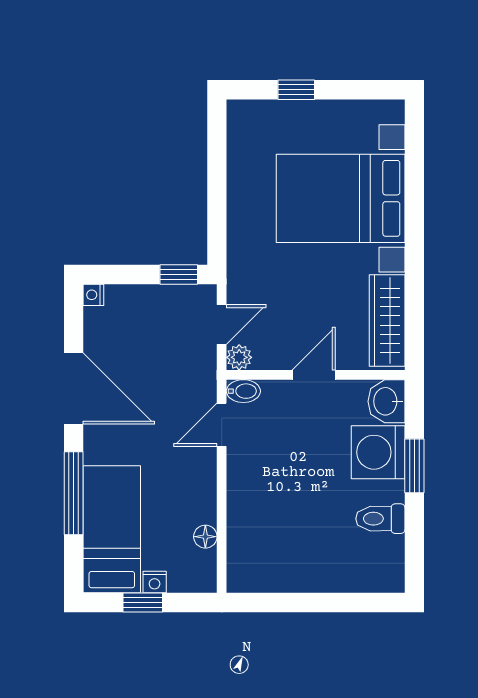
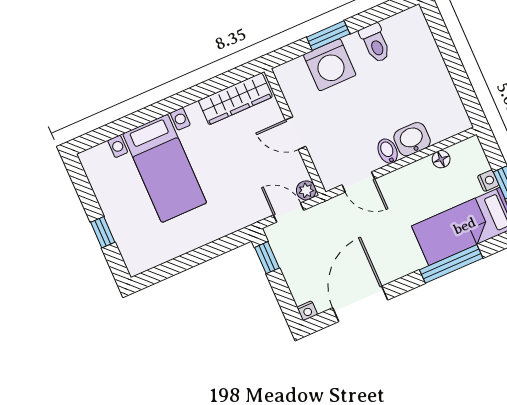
bed with nightstands: (341, 198) -> (165, 168), width x0.73
door: (74, 388) -> (360, 304), moved
bidet: (243, 391) -> (388, 151), moved
washbasin: (386, 401) -> (412, 139), moved, turned 180

